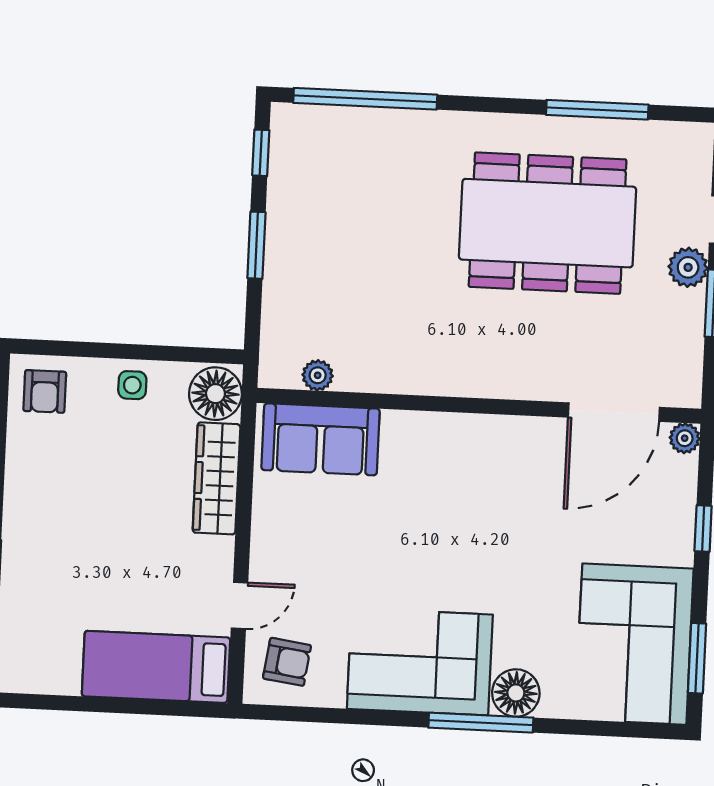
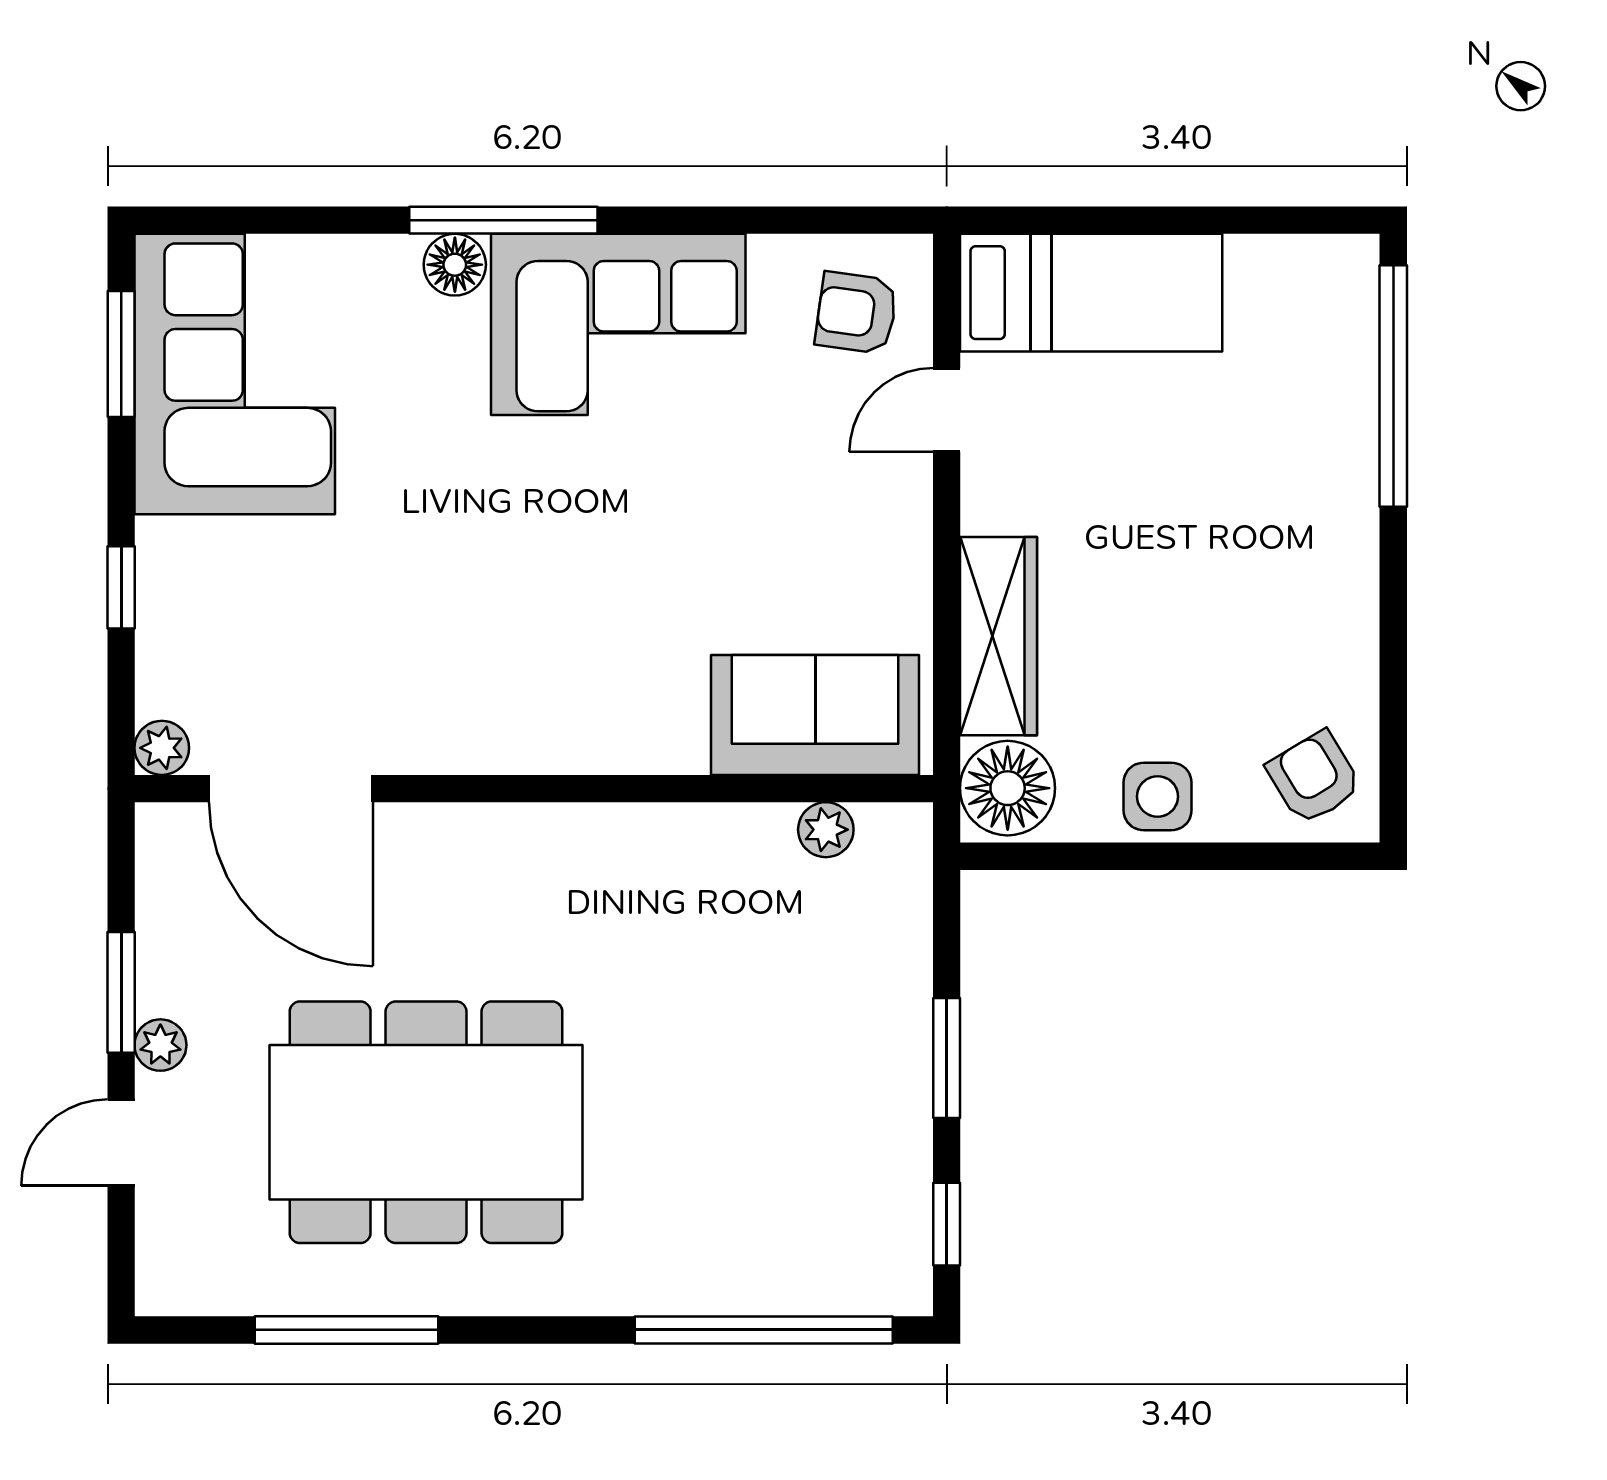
plant: (688, 267) -> (160, 1045), width x0.73, depth x0.73
side table: (132, 385) -> (1158, 796), width x1.37, depth x1.37
armchair: (45, 391) -> (1314, 778), turned -31
door: (614, 412) -> (291, 789), swing flipped
floor lamp: (516, 693) -> (455, 265), width x0.73, depth x0.73

